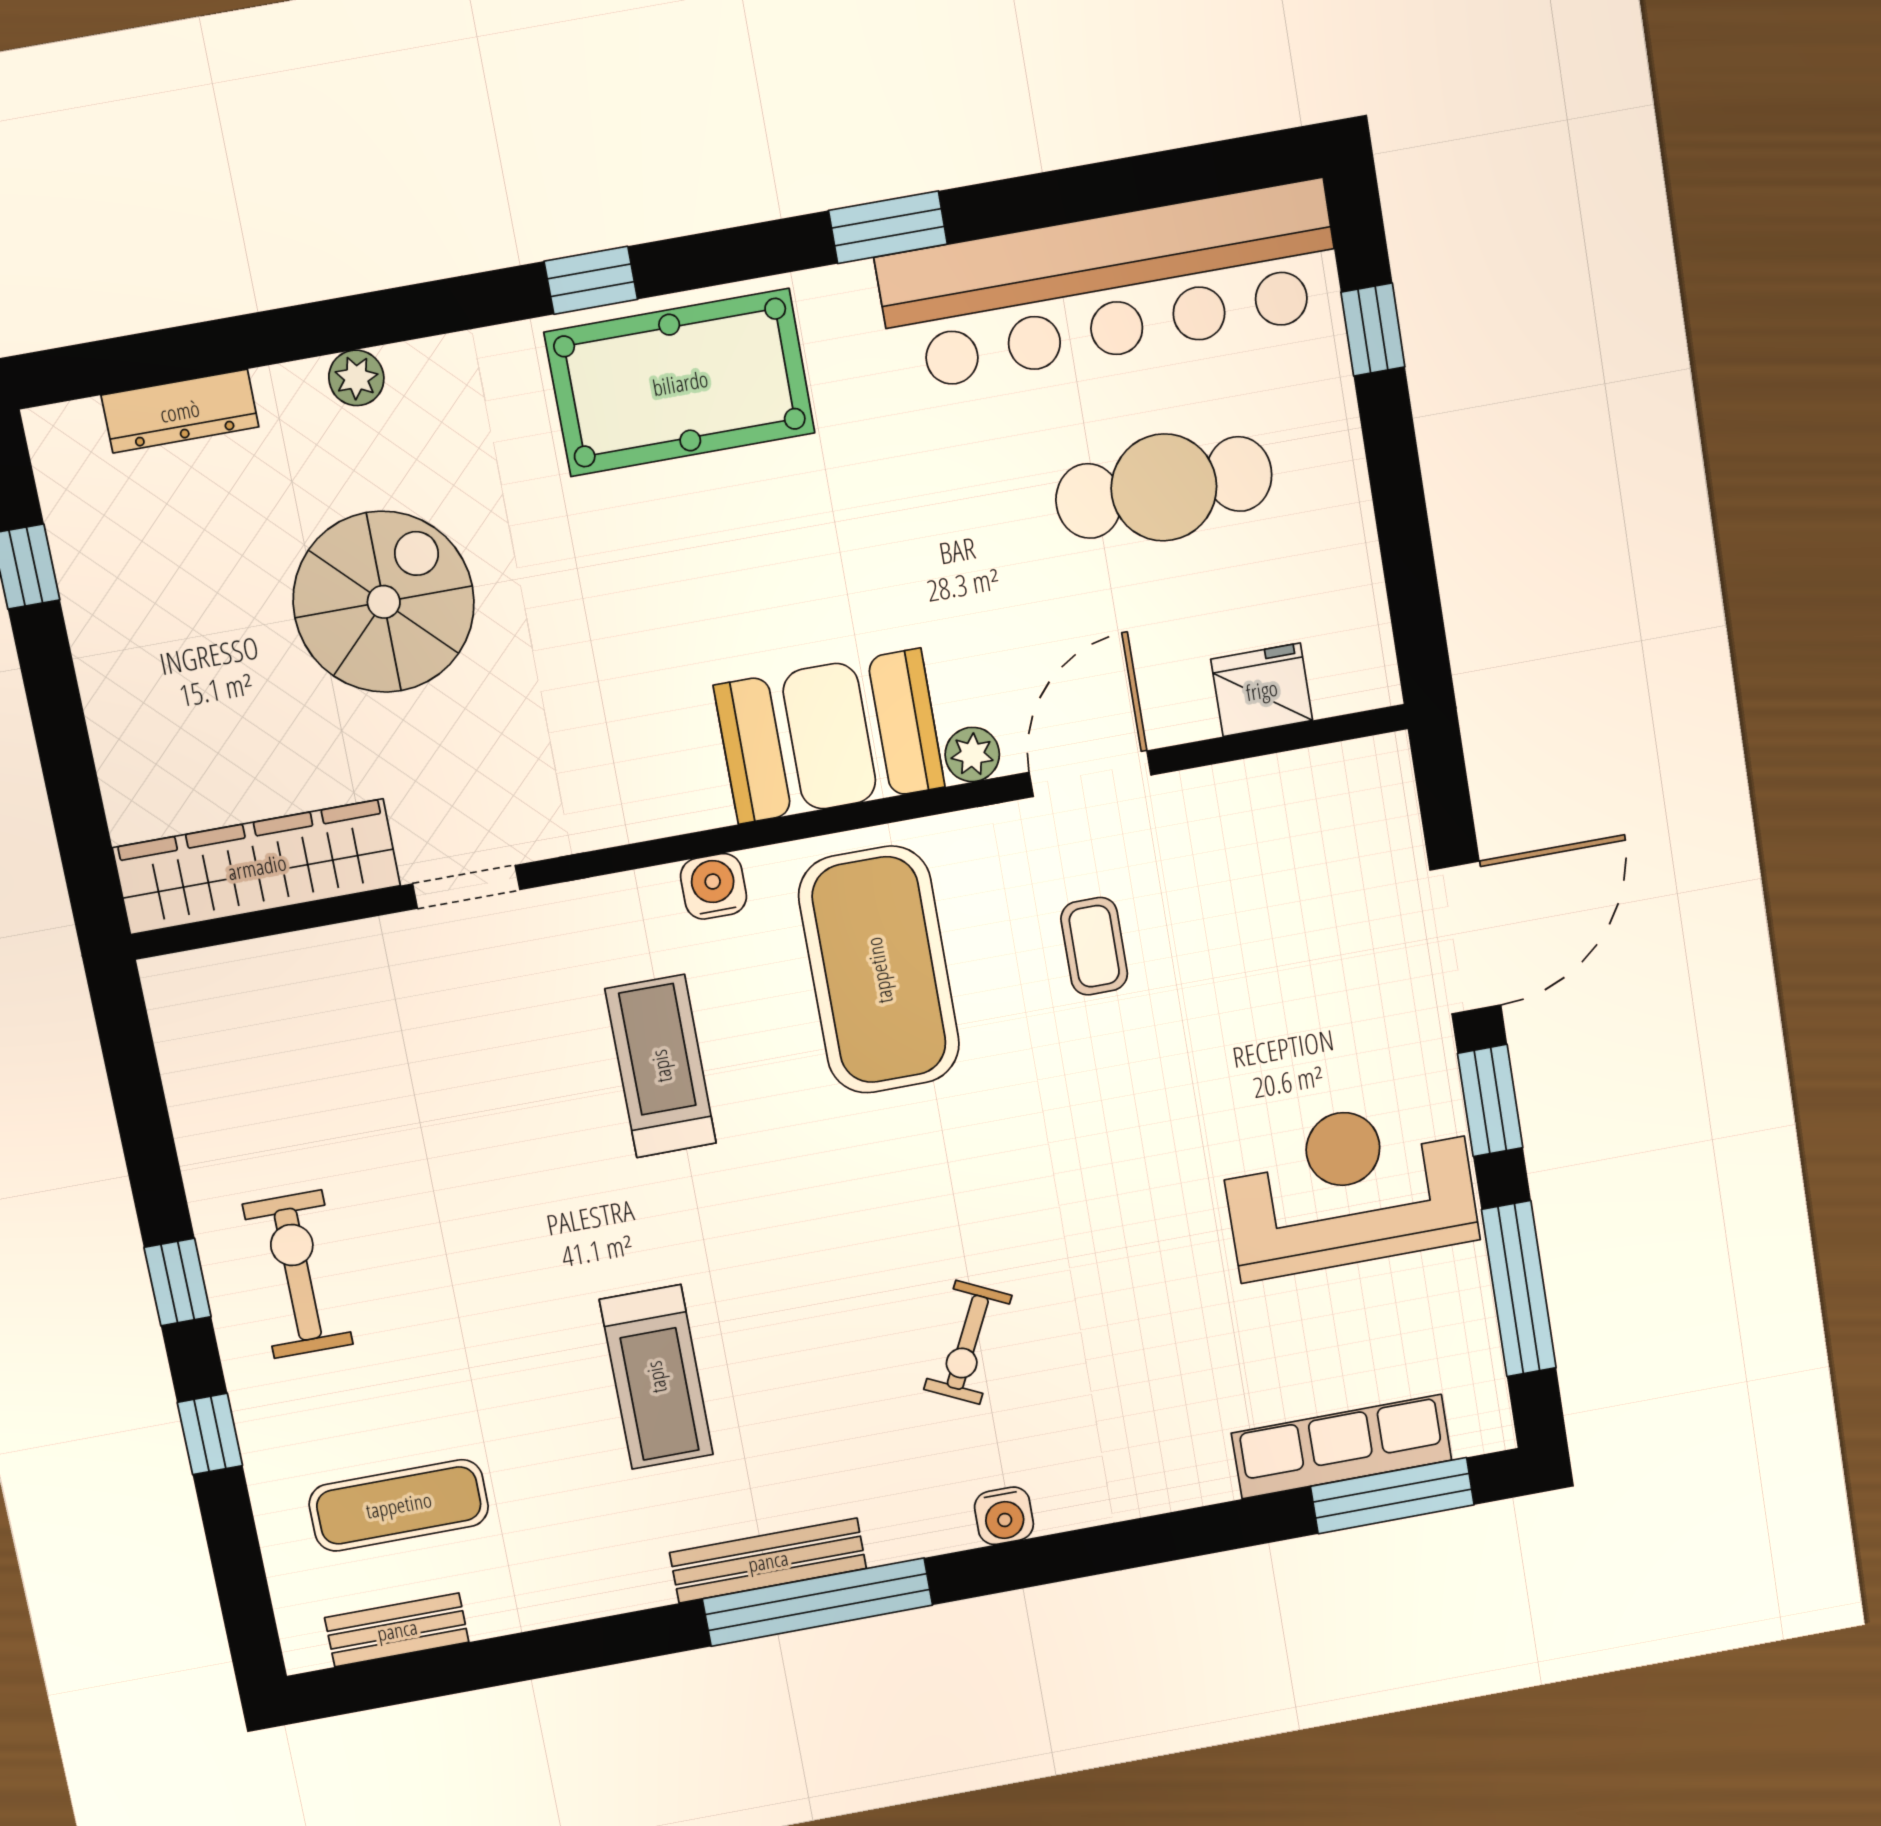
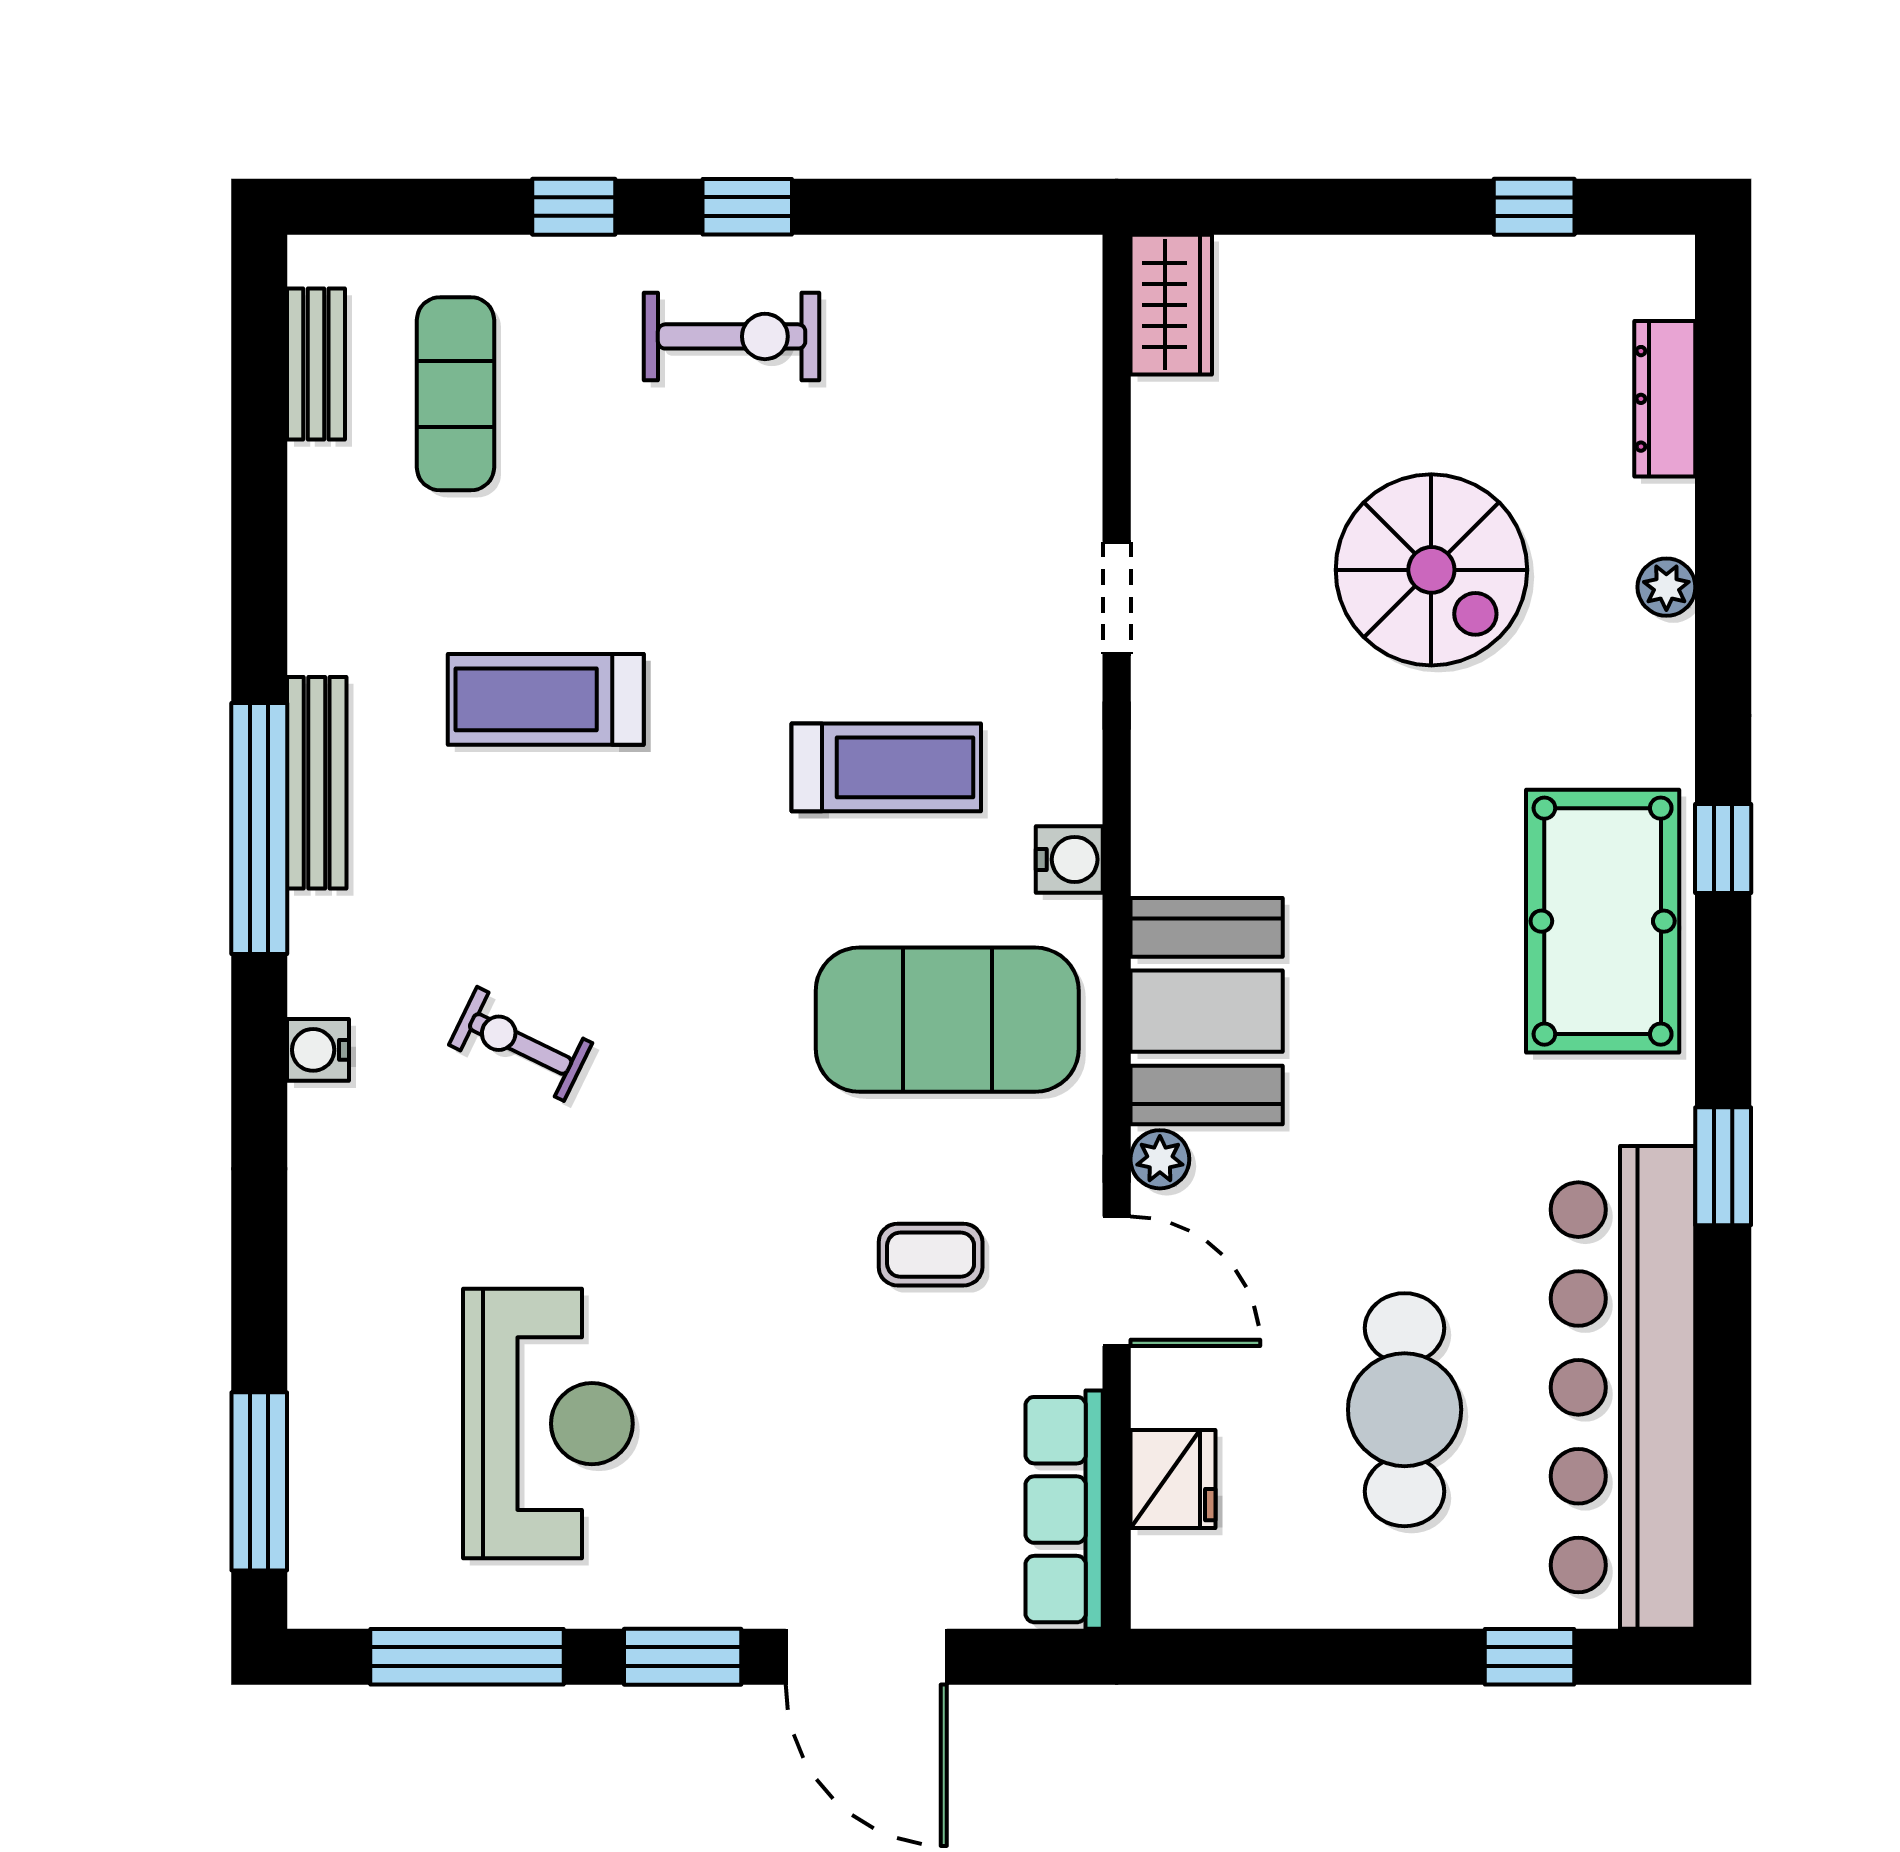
wardrobe: (257, 867) -> (1171, 305), width x0.48, depth x0.85
reception desk: (1349, 1188) -> (548, 1424), moved
row of seats: (1342, 1447) -> (1064, 1510), moved, turned 180

